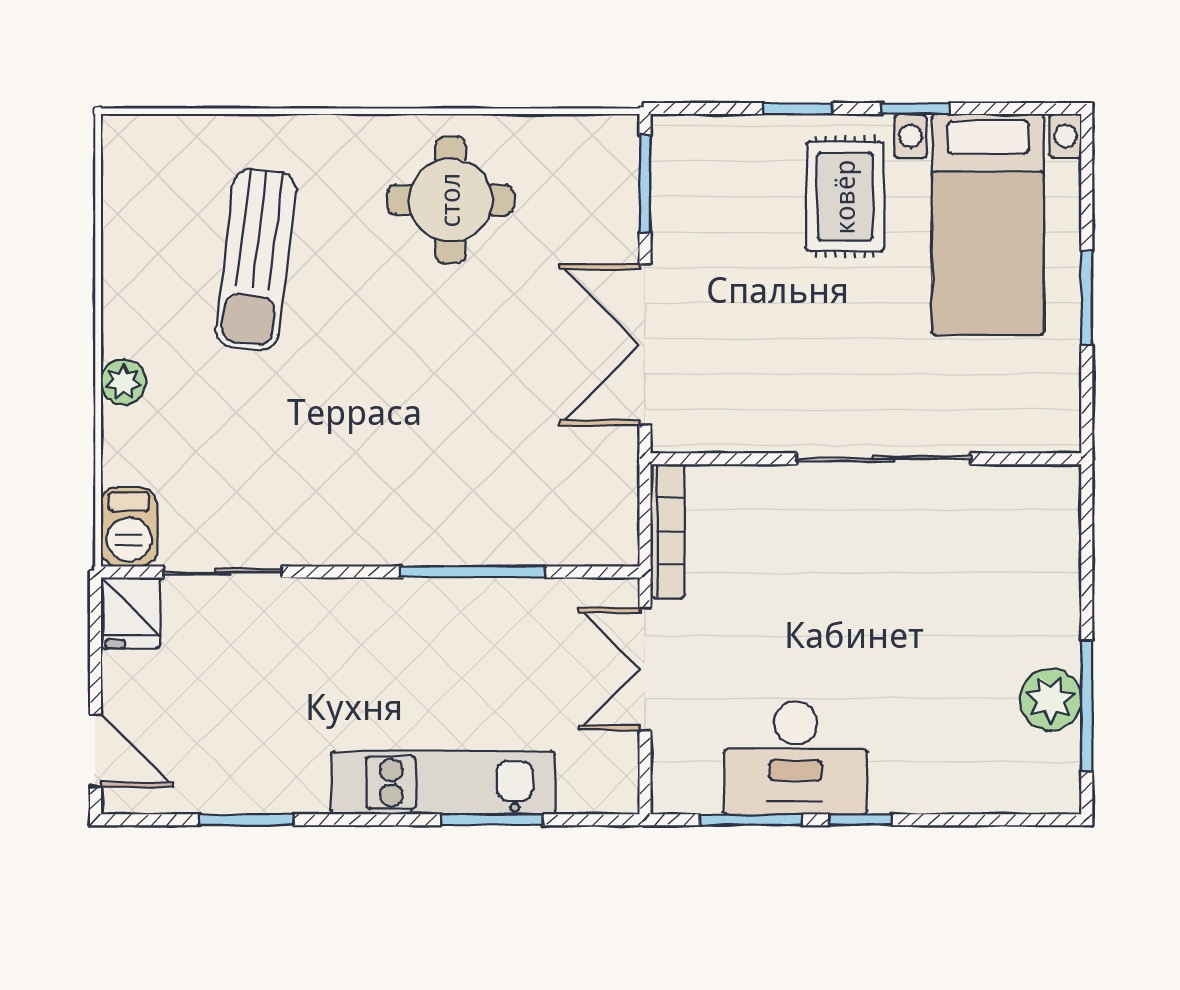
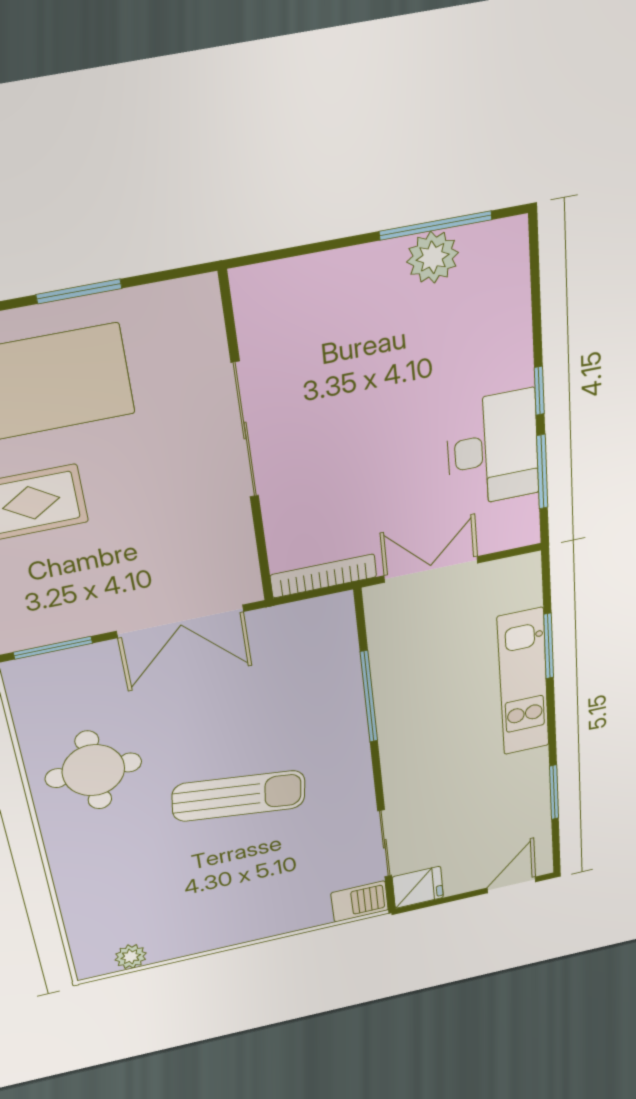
sun lounger: (256, 260) -> (239, 796), moved
plant: (123, 382) -> (131, 957), moved
double door: (645, 669) -> (431, 569), swing flipped

